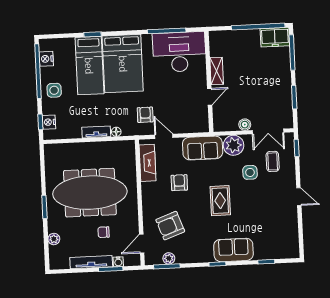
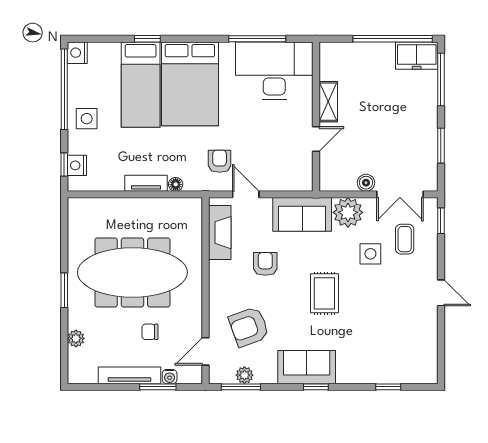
nightstand: (46, 59) -> (77, 53), moved
sofa: (233, 250) -> (307, 367), moved

